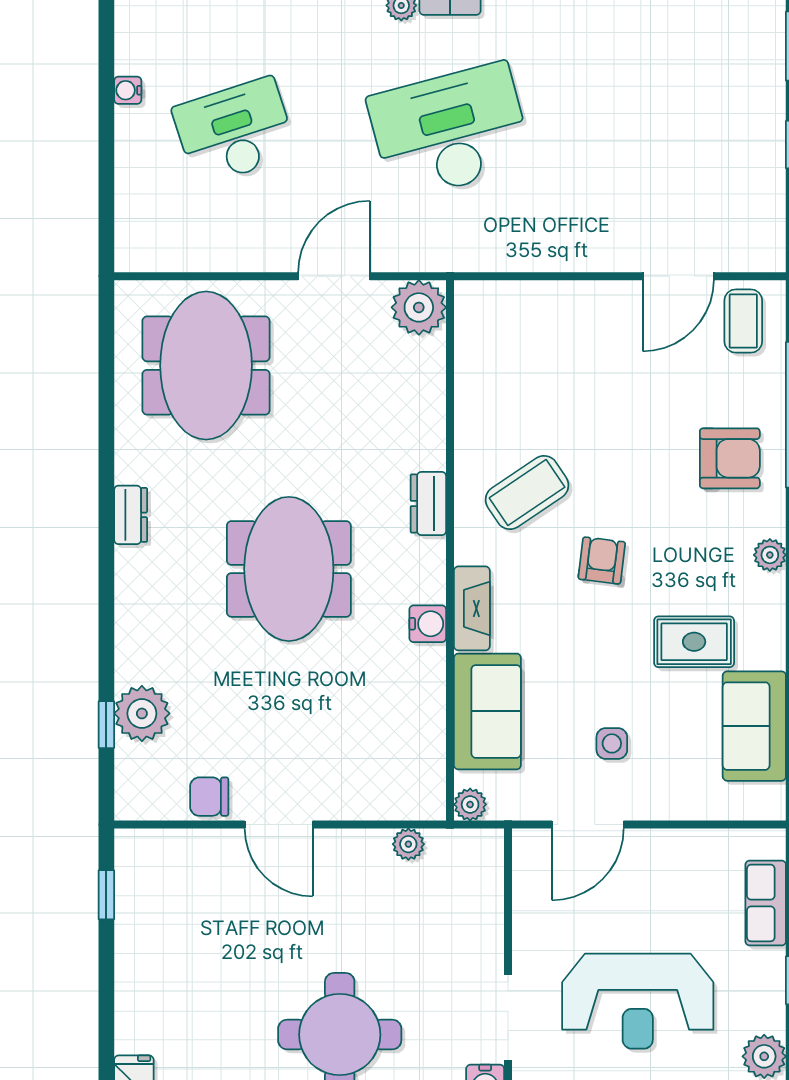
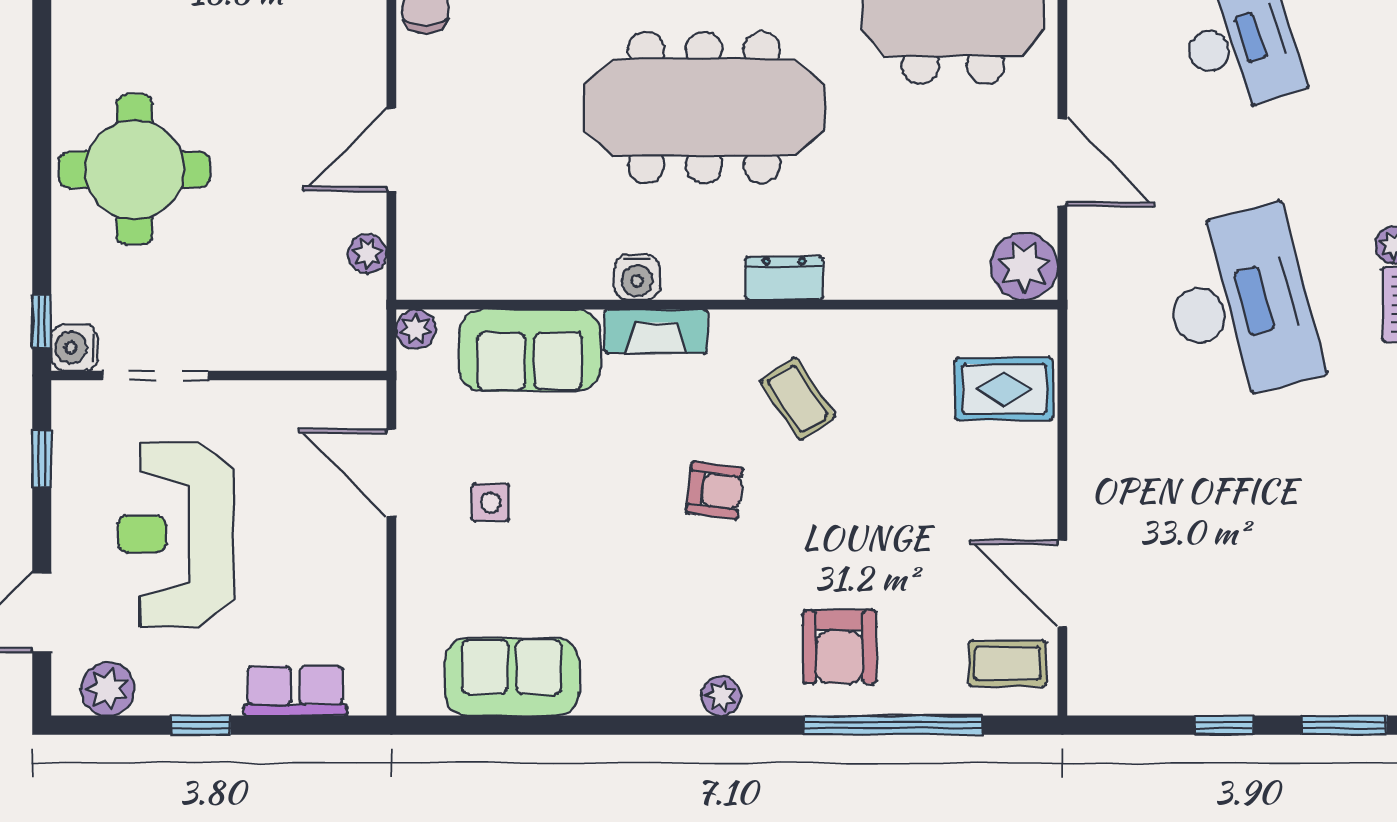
coffee table: (527, 492) -> (798, 399), width x0.73, depth x0.77
meeting table: (289, 569) -> (704, 107), width x1.36
rug: (694, 642) -> (1004, 389), moved, turned 90
door: (279, 825) -> (391, 149), moved

